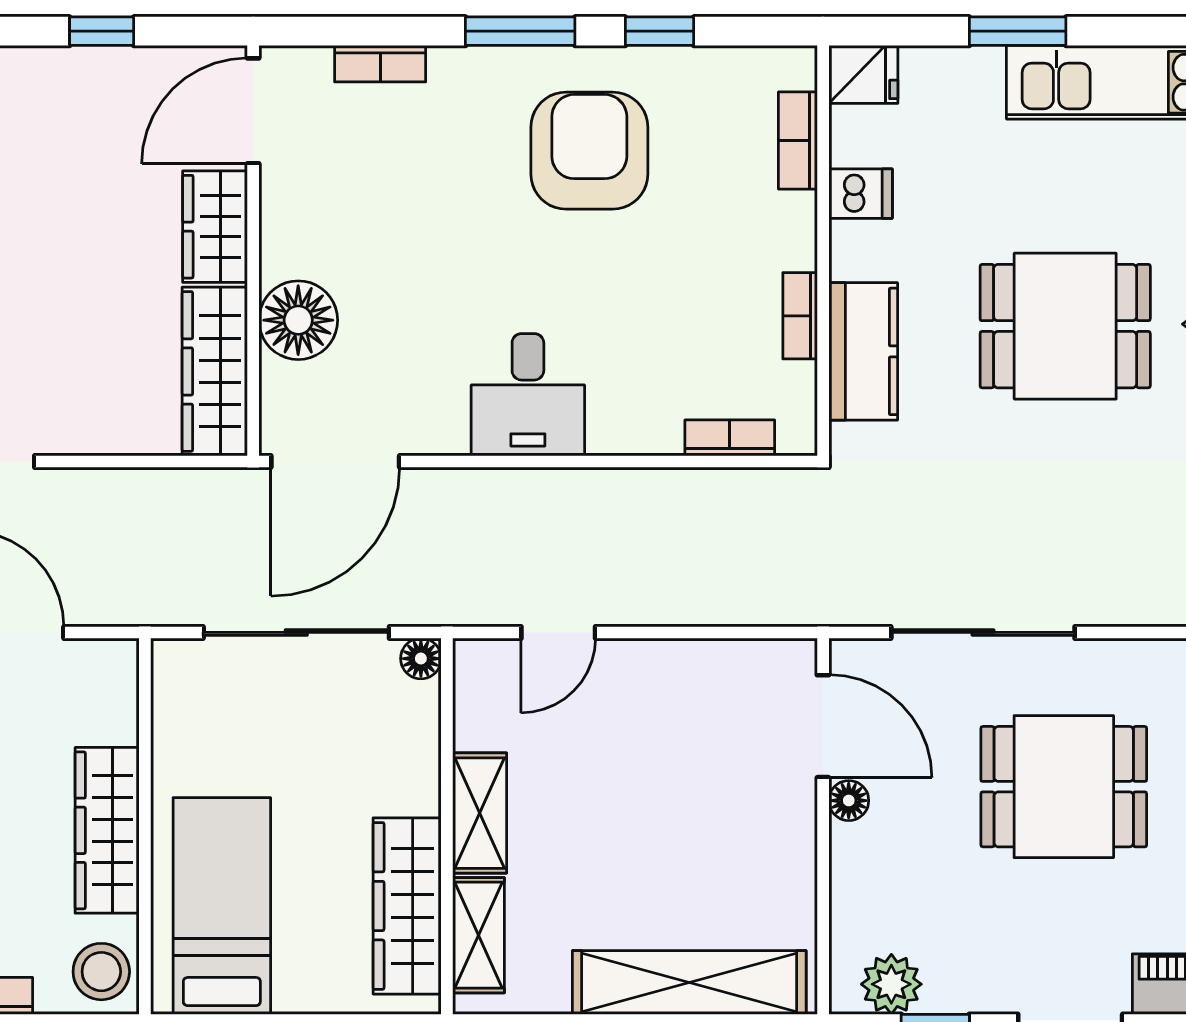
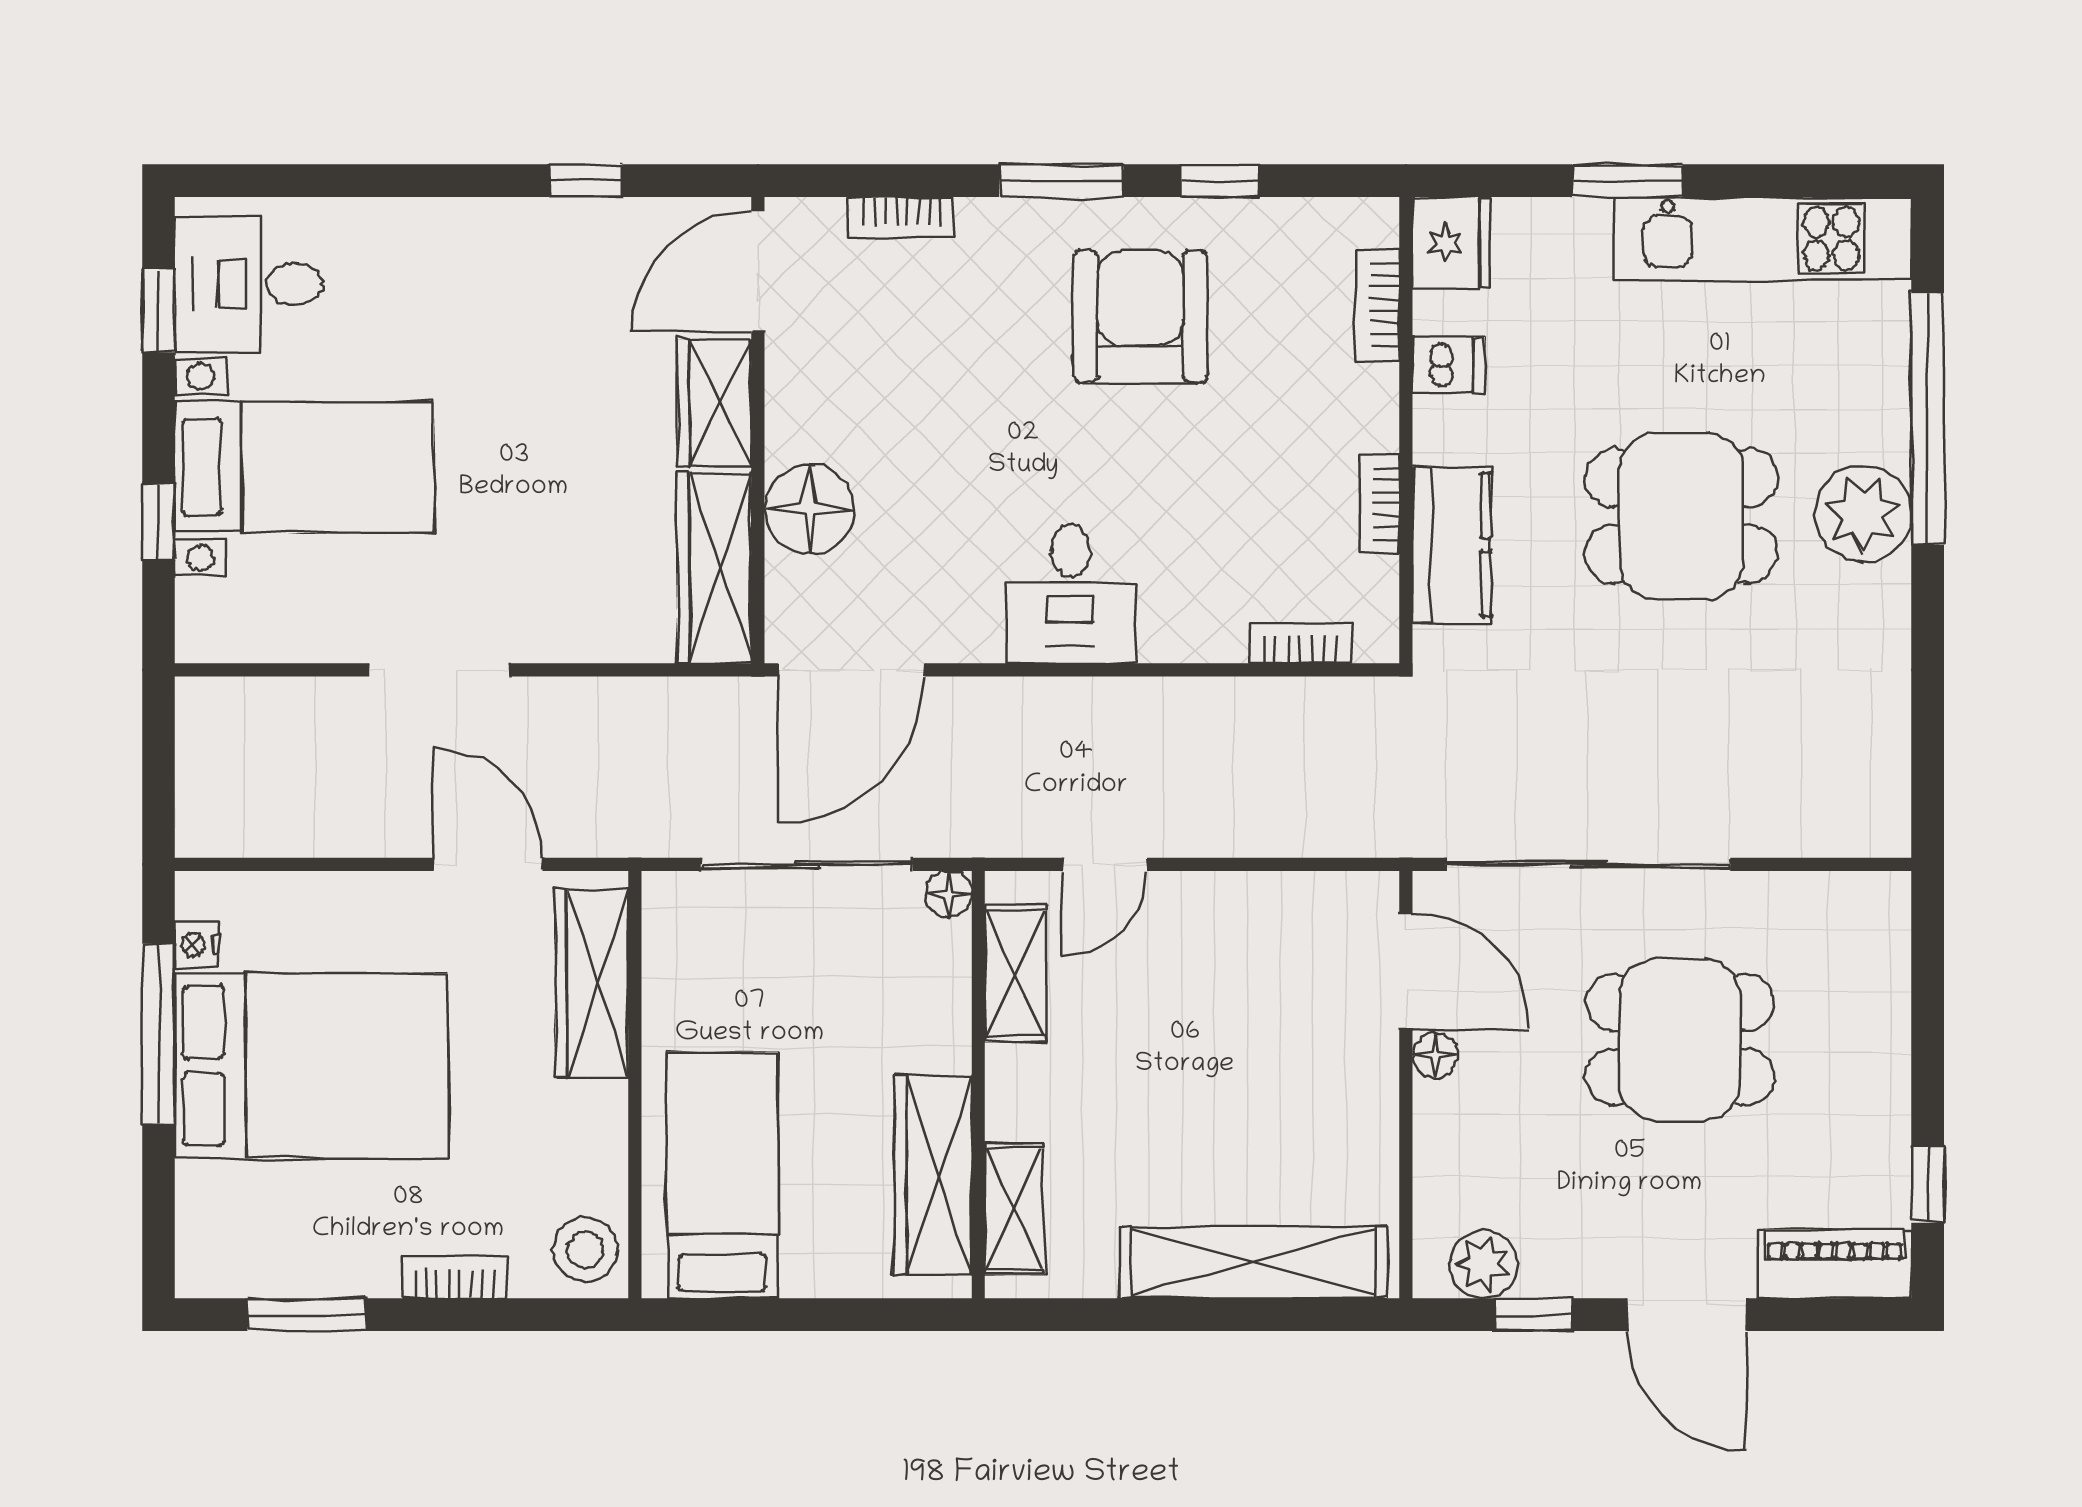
fridge: (863, 74) -> (1452, 242), width x1.38
sliding door: (983, 632) -> (1588, 864), width x1.36
shelving: (480, 813) -> (1015, 974), moved
wardrobe: (107, 830) -> (592, 983), moved

